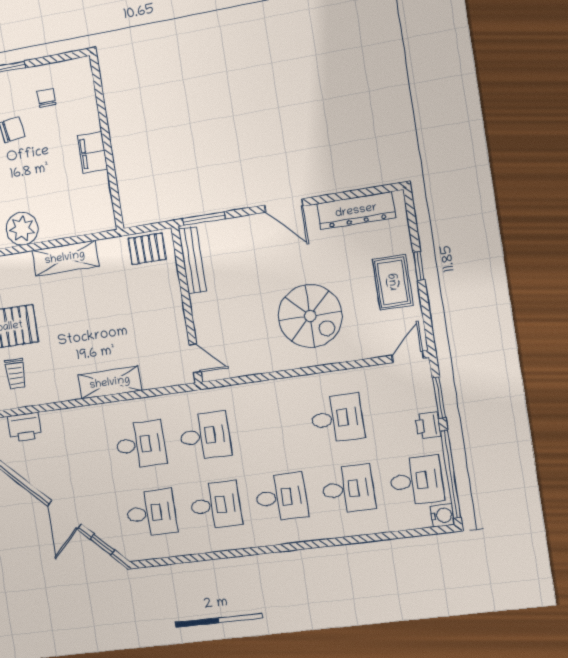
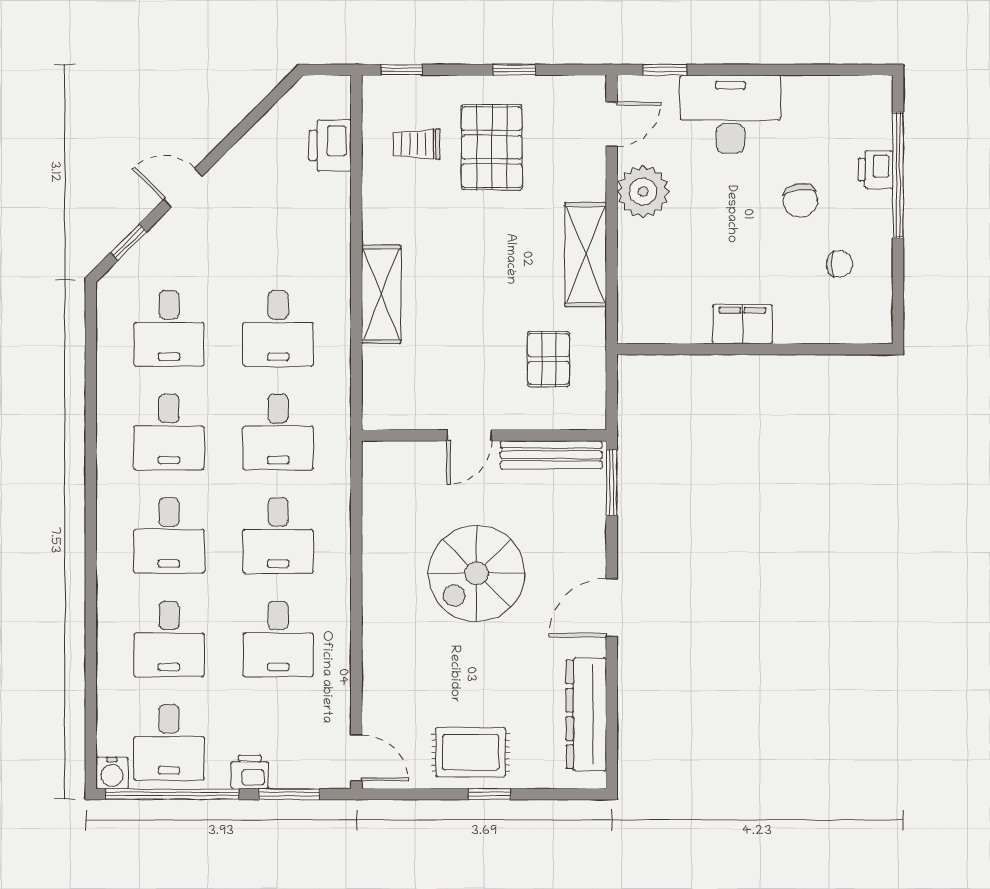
pallet: (147, 249) -> (548, 359), moved
spiral stairs: (310, 316) -> (477, 573), moved
door: (195, 358) -> (469, 435), moved
desk: (270, 427) -> (278, 535), added
door: (64, 515) -> (183, 188), width x0.73

